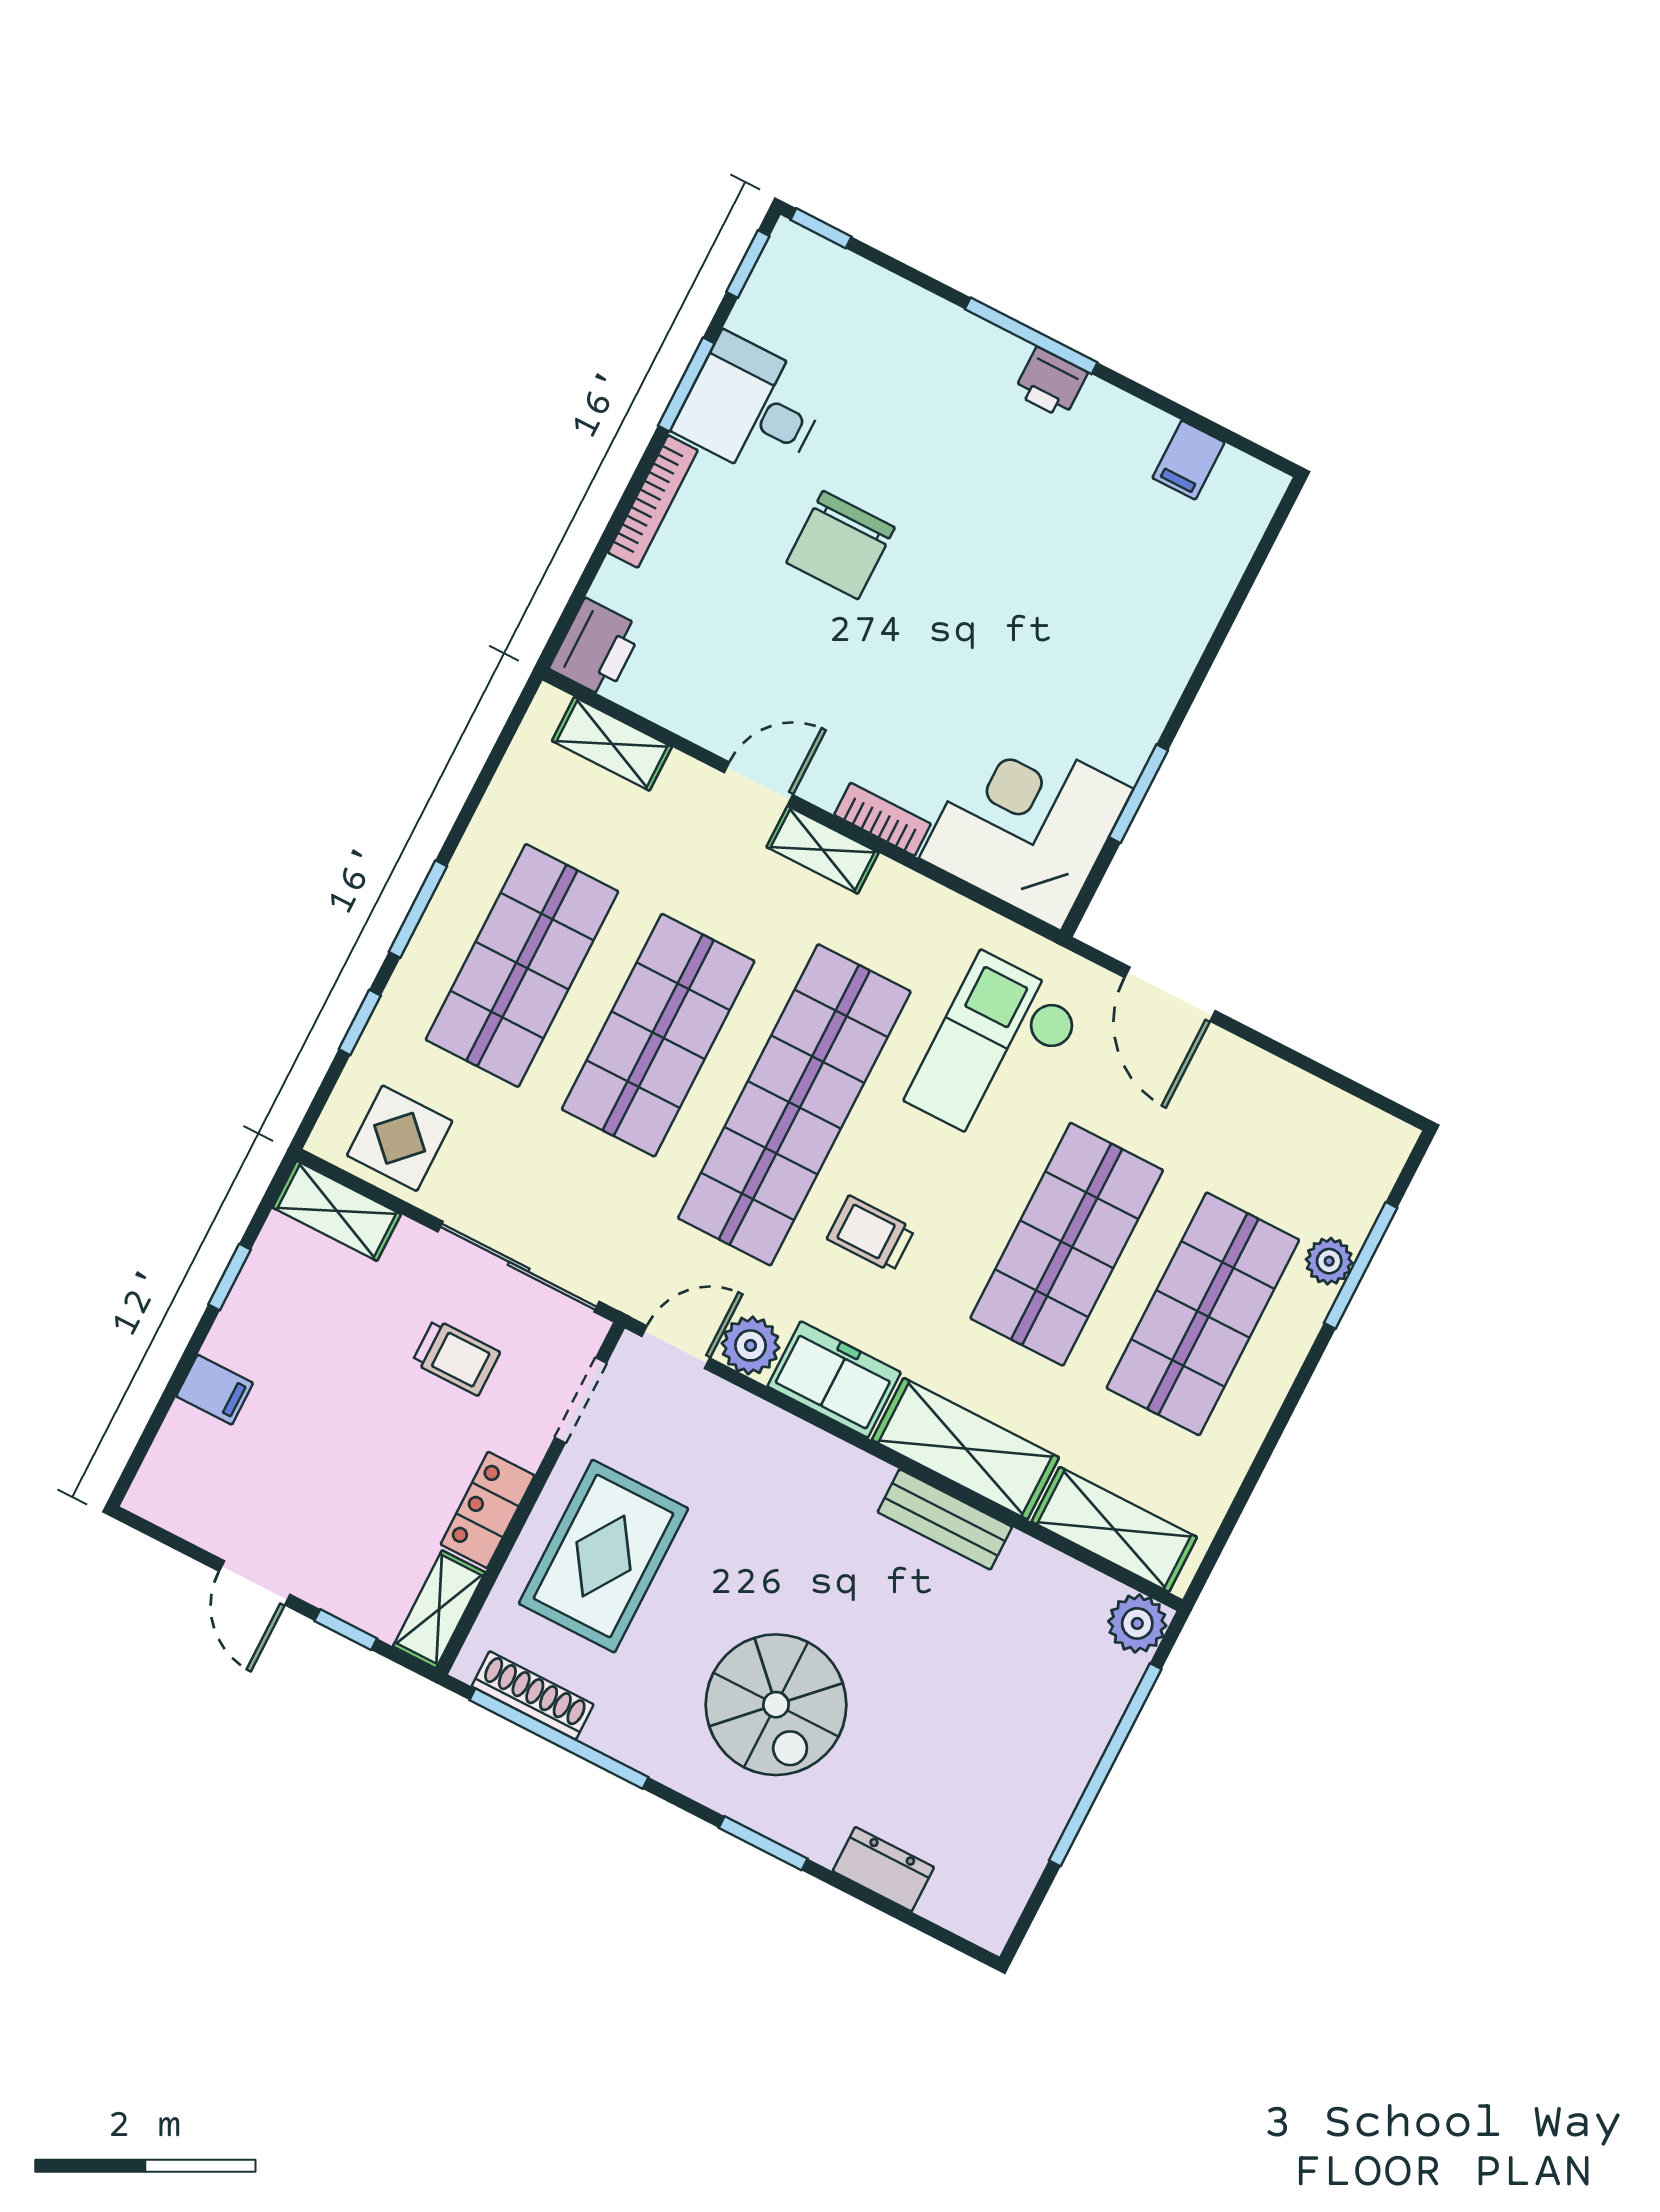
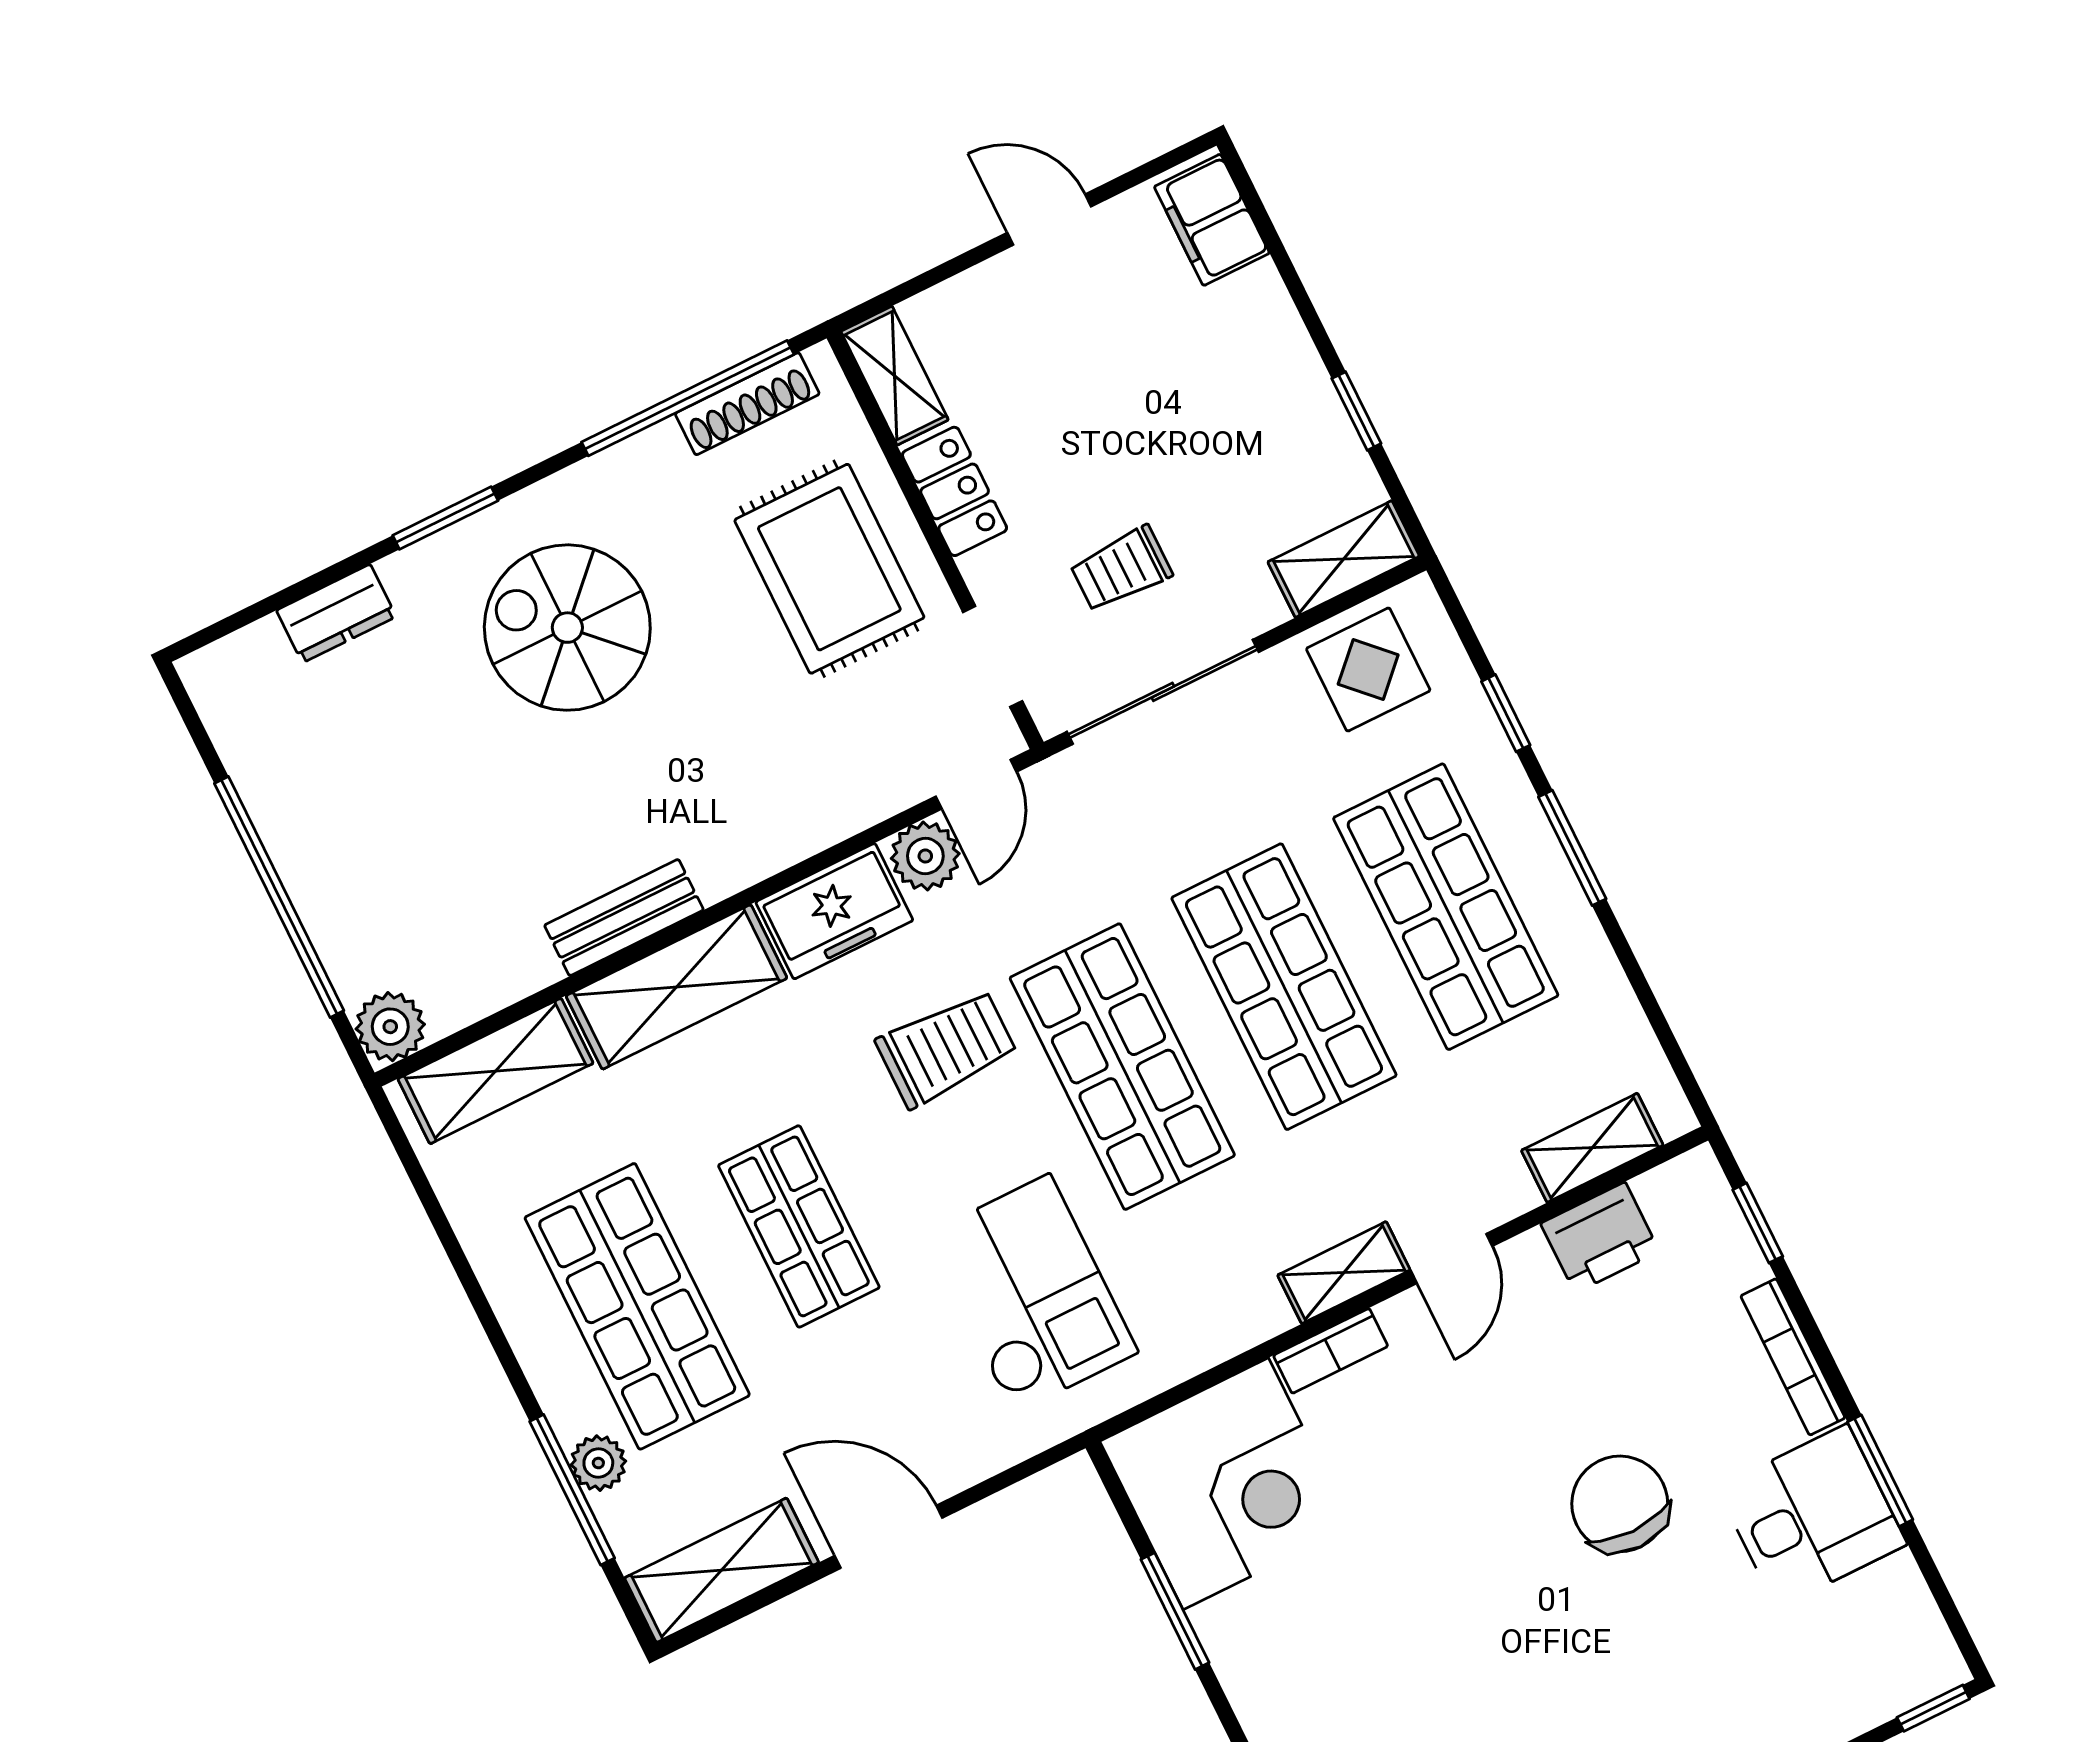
window: (748, 264) -> (1758, 1223), moved
printer: (596, 648) -> (1600, 1237), moved, turned -90
door: (1170, 994) -> (889, 1537), moved
shop shelf: (794, 1105) -> (1122, 1067), width x0.71
shelving: (1340, 1123) -> (722, 1570), added
trolley: (871, 1234) -> (946, 1048), width x1.36, depth x1.39
shop shelf: (1067, 1244) -> (799, 1226), width x0.70, depth x0.74
filing cabinet: (215, 1390) -> (1212, 220), moved, width x2.00
window: (346, 1630) -> (941, 273), removed

